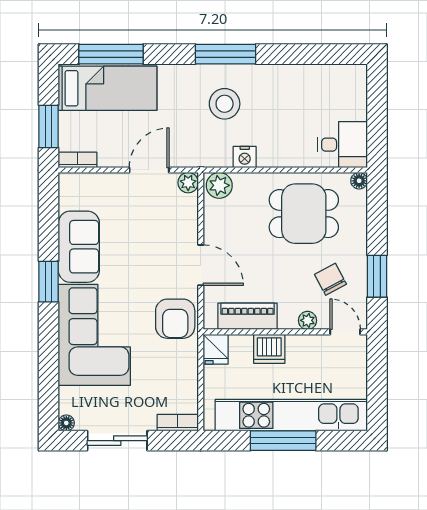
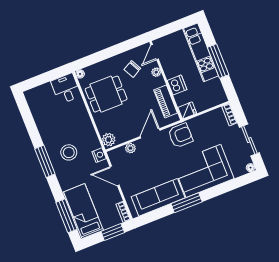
nightstand: (245, 157) -> (99, 155), moved
plant: (188, 183) -> (130, 148), moved
dining table: (304, 214) -> (106, 94), turned 90
sofa: (79, 247) -> (158, 197), width x1.36
window: (377, 276) -> (122, 47), removed
window: (49, 282) -> (187, 203), width x1.44
kitchen unit: (291, 415) -> (201, 52), width x0.73

